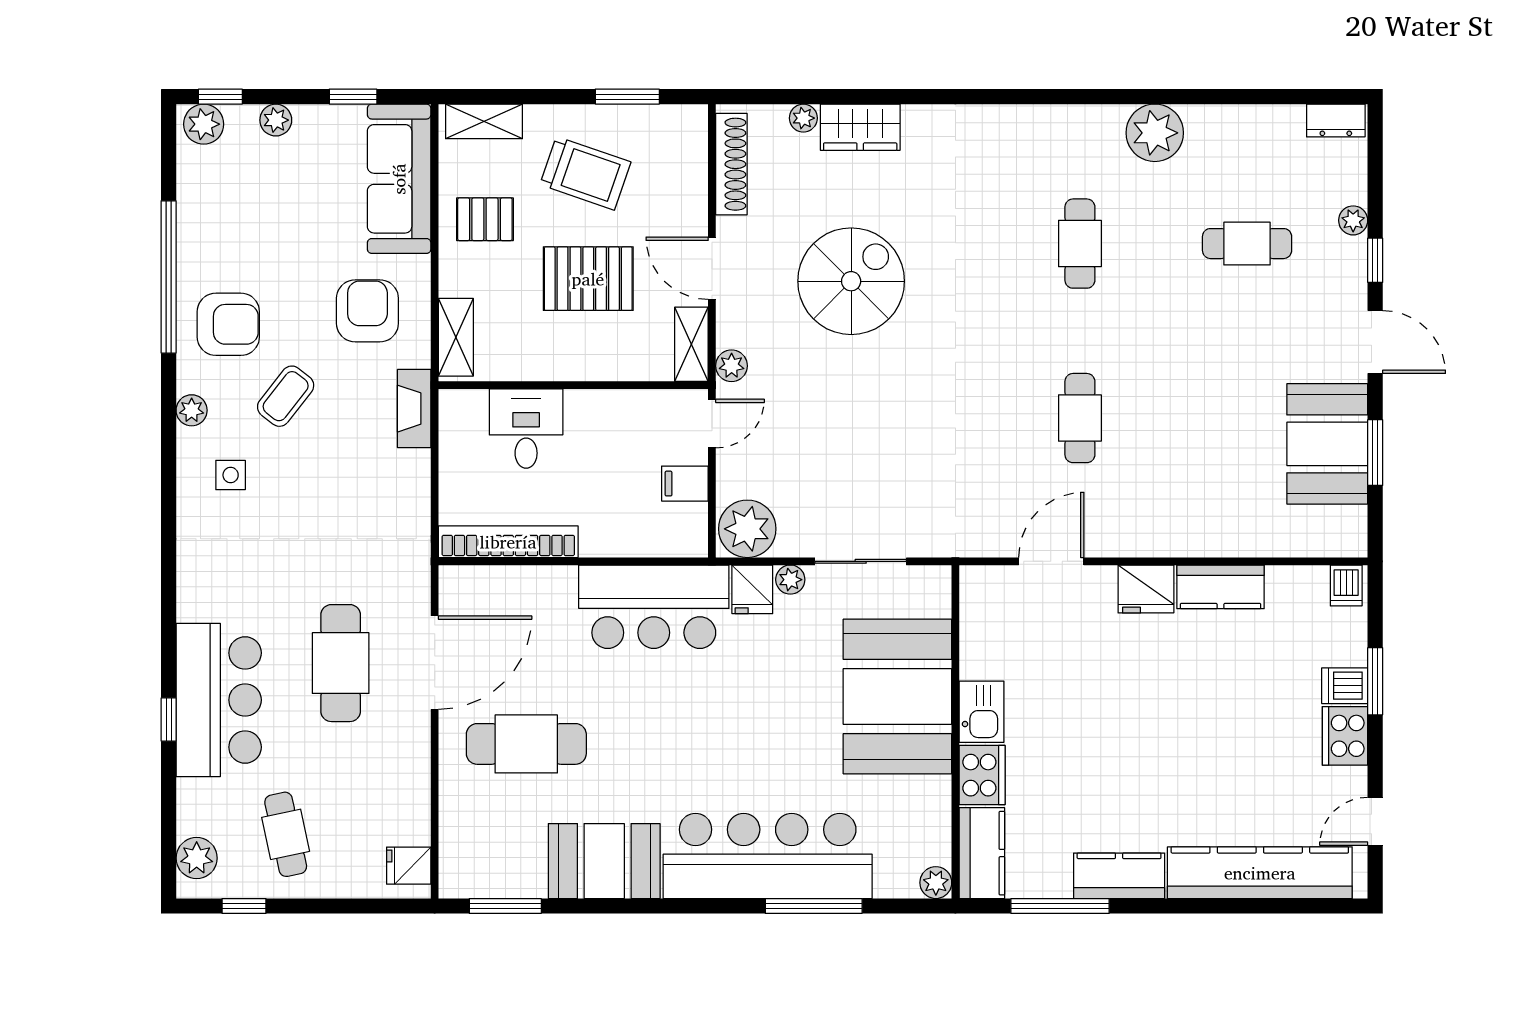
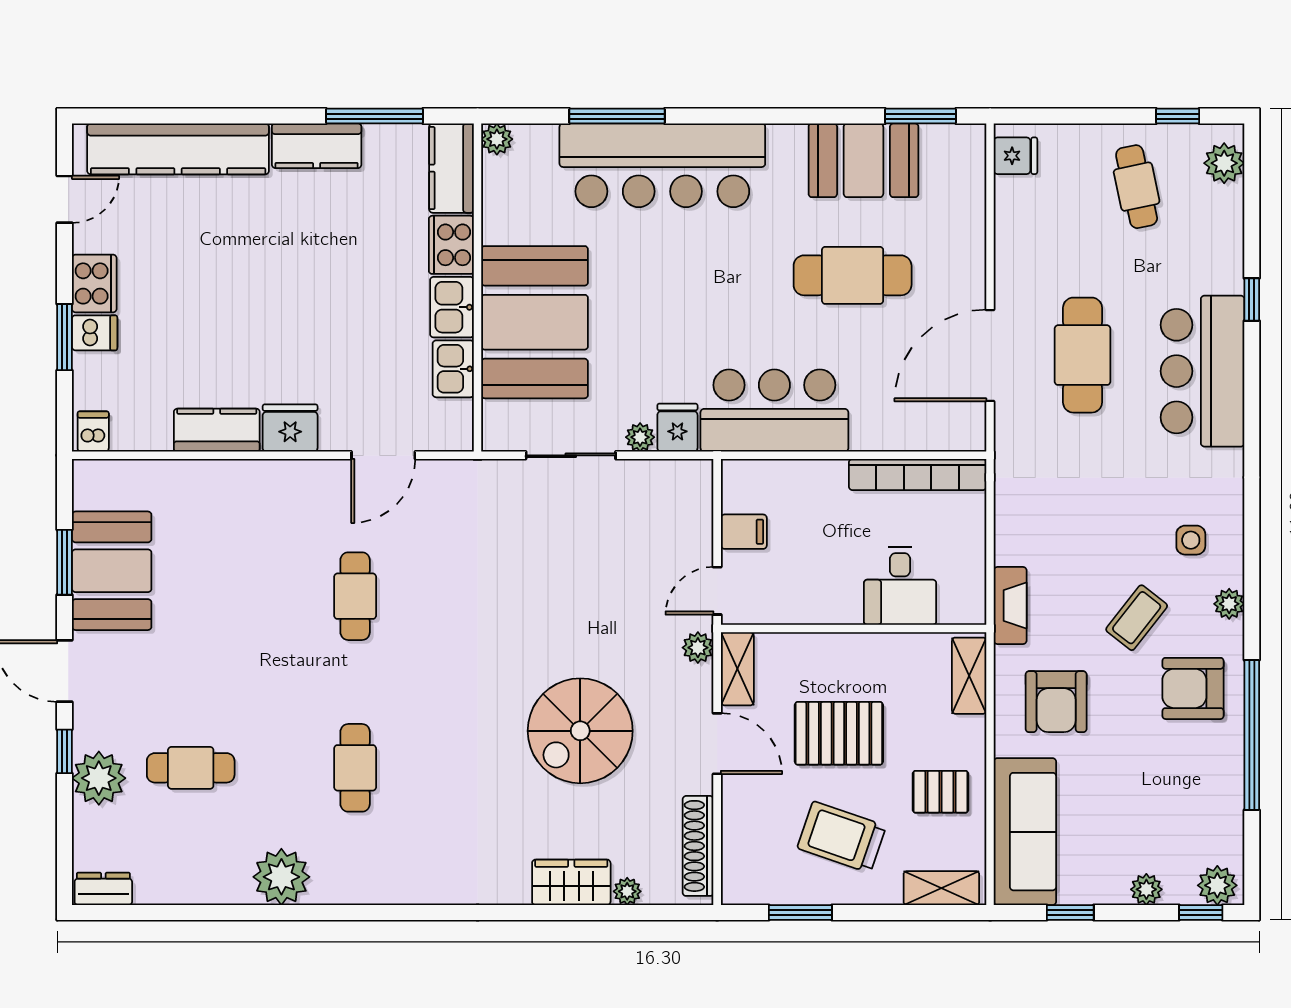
plant: (1353, 220) -> (99, 778), width x1.87, depth x1.87
plant: (747, 529) -> (682, 487), removed
kitchen sink: (980, 649) -> (453, 369), added
bar counter: (219, 700) -> (1202, 371), moved
cafe table: (526, 744) -> (853, 275), moved
booth: (604, 861) -> (863, 160), moved

